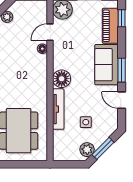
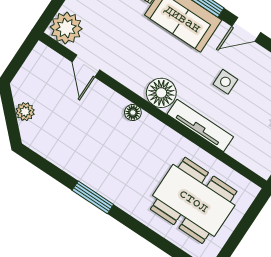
floor lamp: (42, 49) -> (133, 113), moved
side table: (86, 122) -> (225, 82), moved

